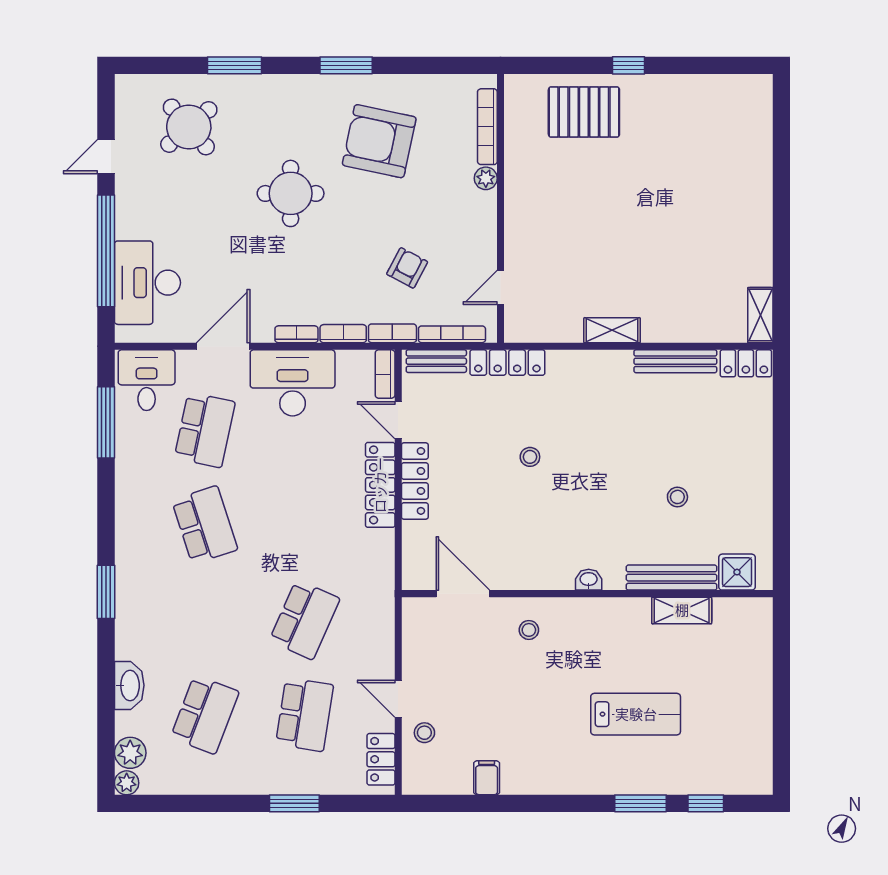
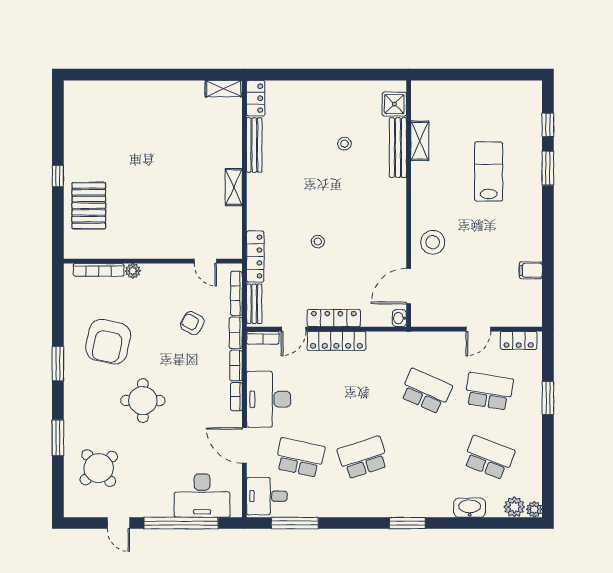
washbasin: (589, 580) -> (399, 318), moved
stool: (529, 630) -> (433, 242), width x1.89, depth x1.89
stool: (424, 733) -> (501, 312), removed

